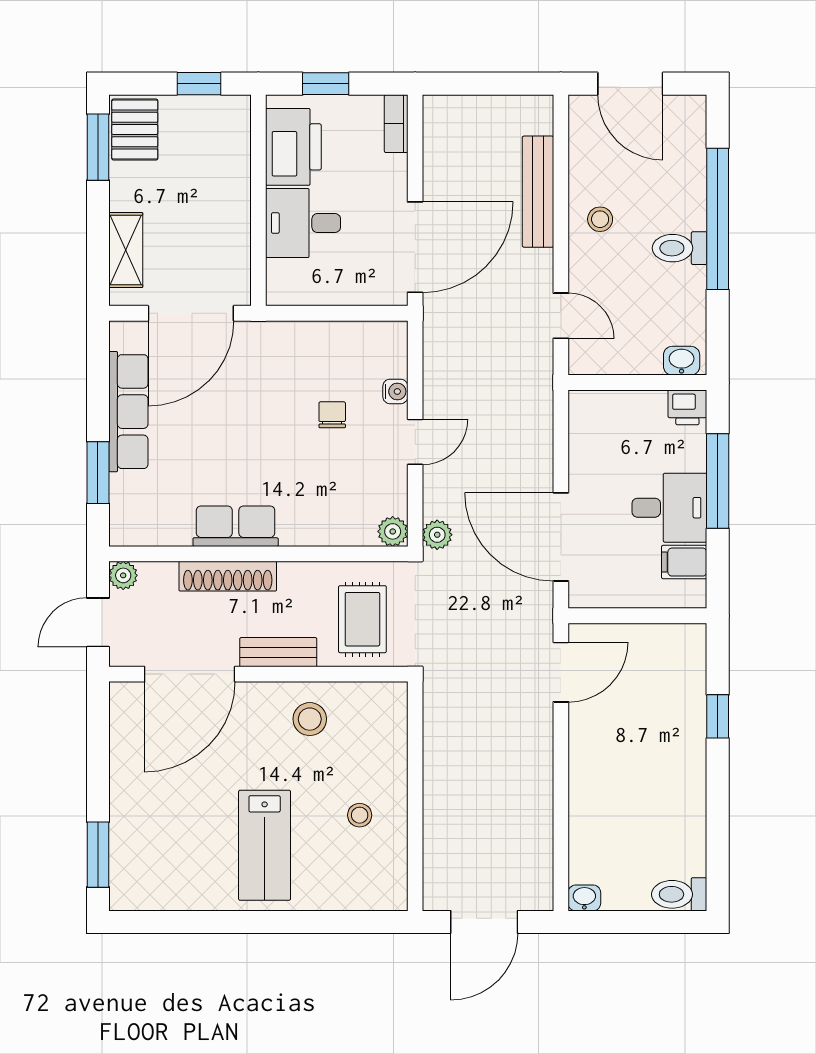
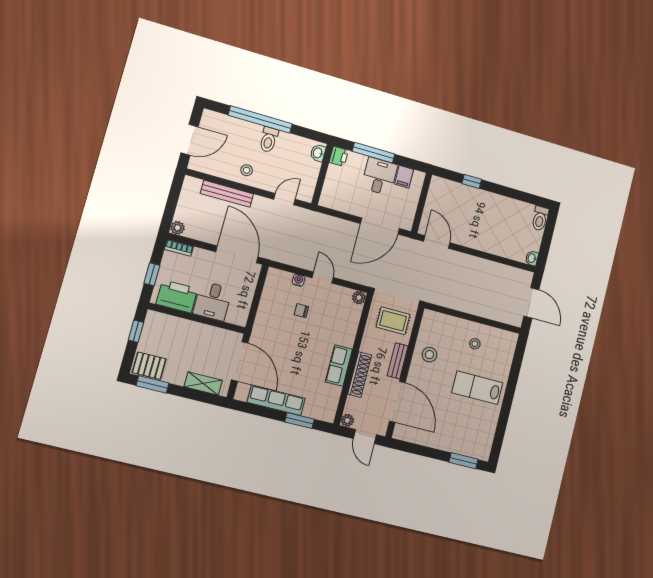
plant: (437, 535) -> (178, 228), moved
lab bench: (265, 845) -> (477, 388), turned 180

